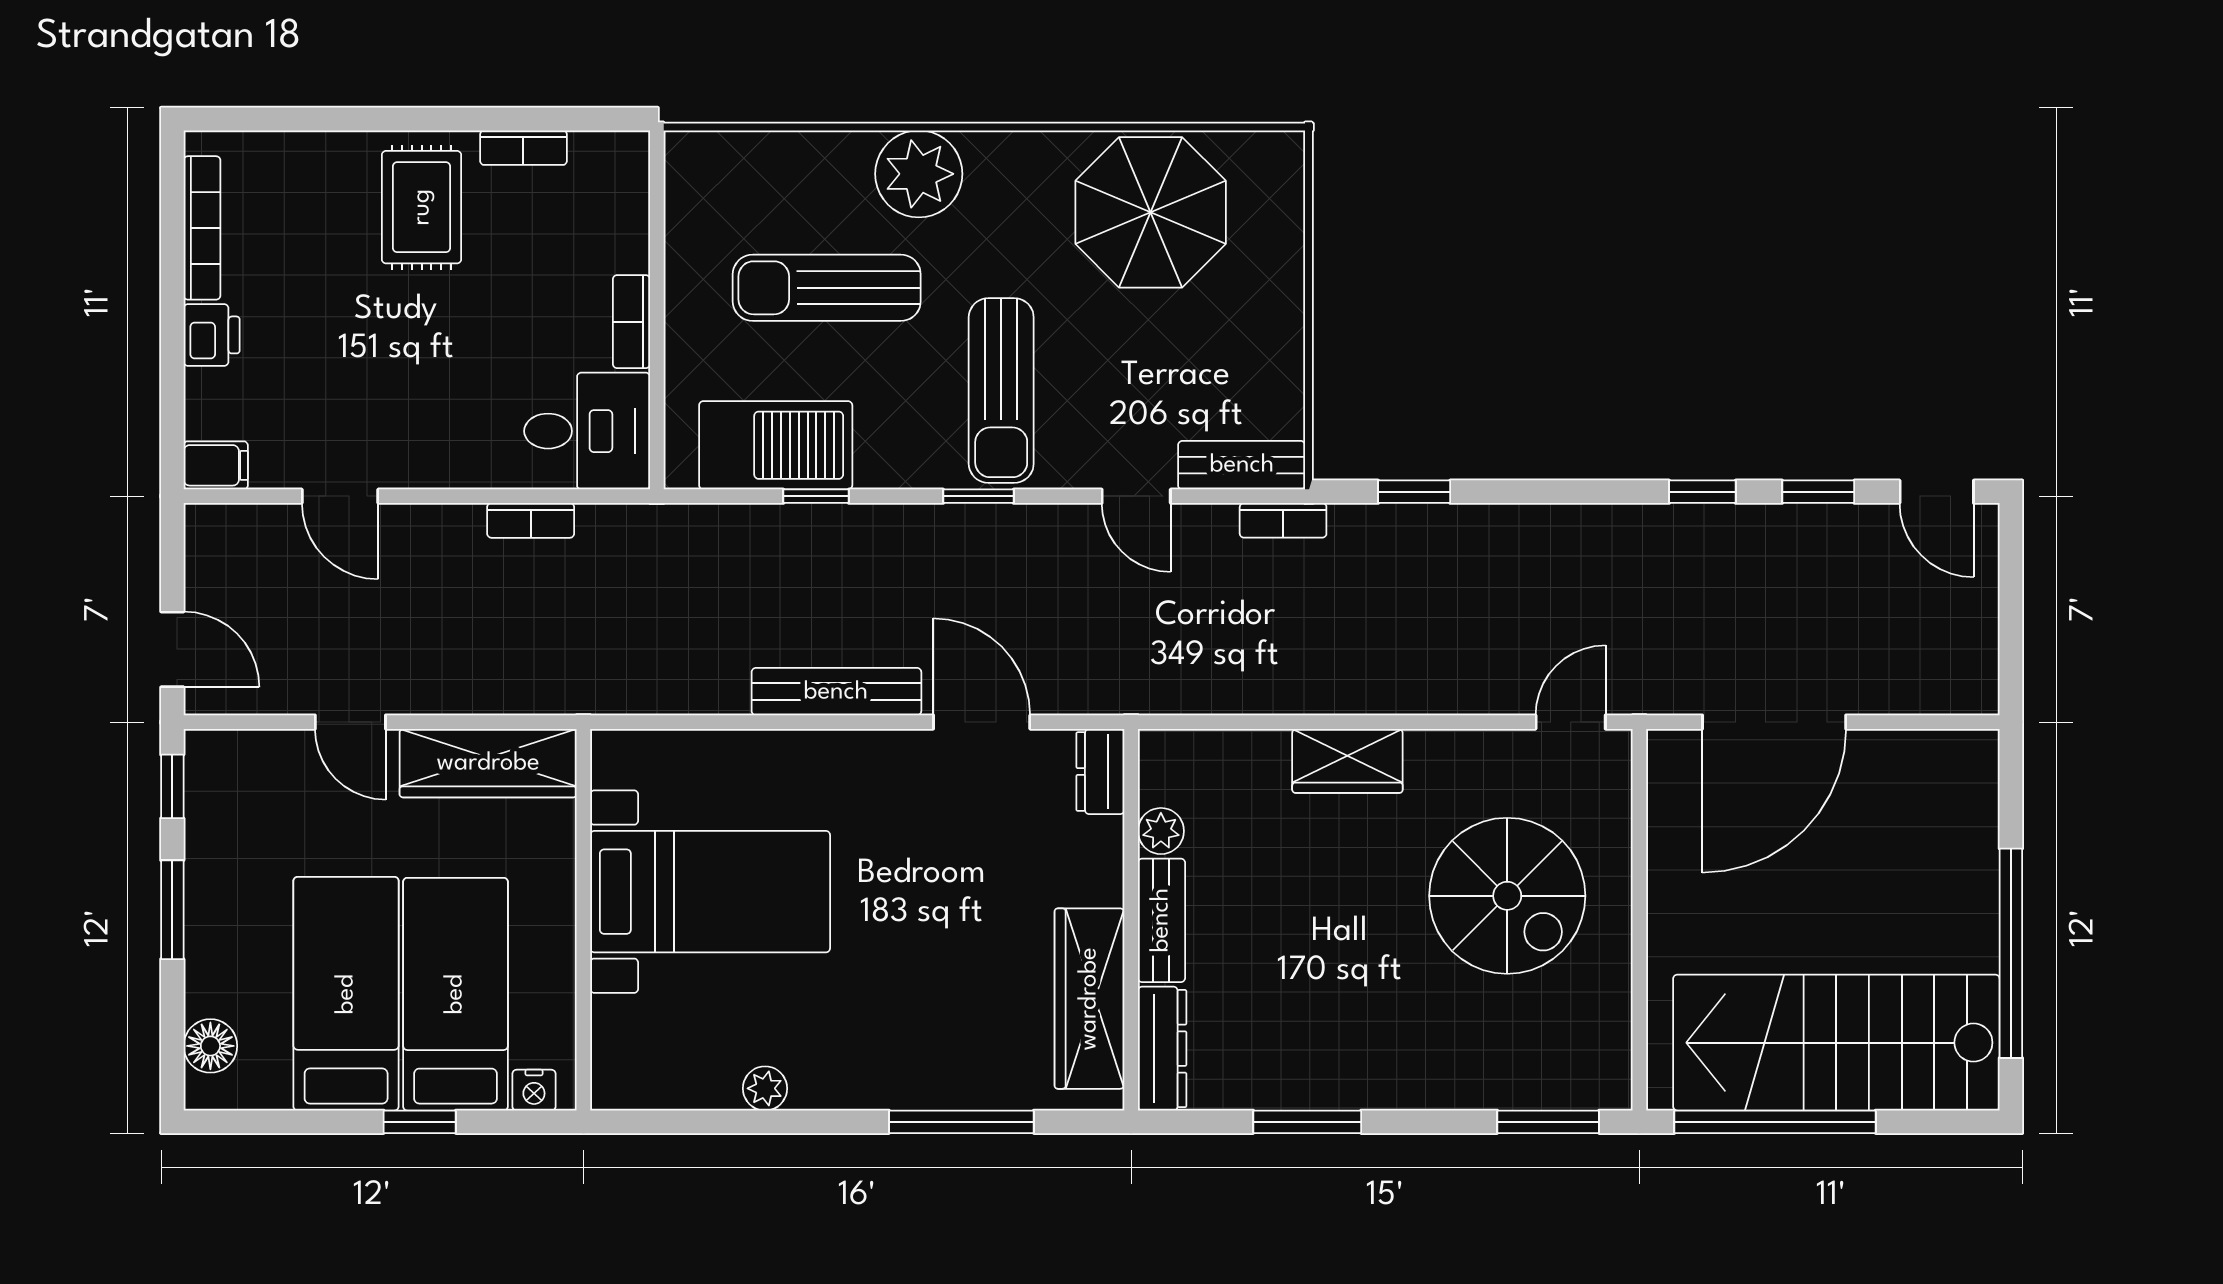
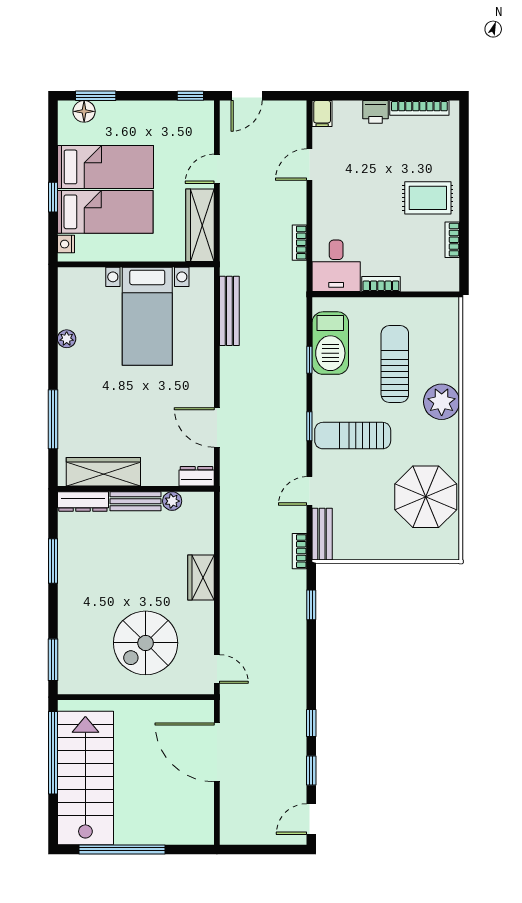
bench: (836, 692) -> (229, 311), moved
door: (982, 722) -> (217, 428), swing flipped
window: (172, 910) -> (96, 96), moved

